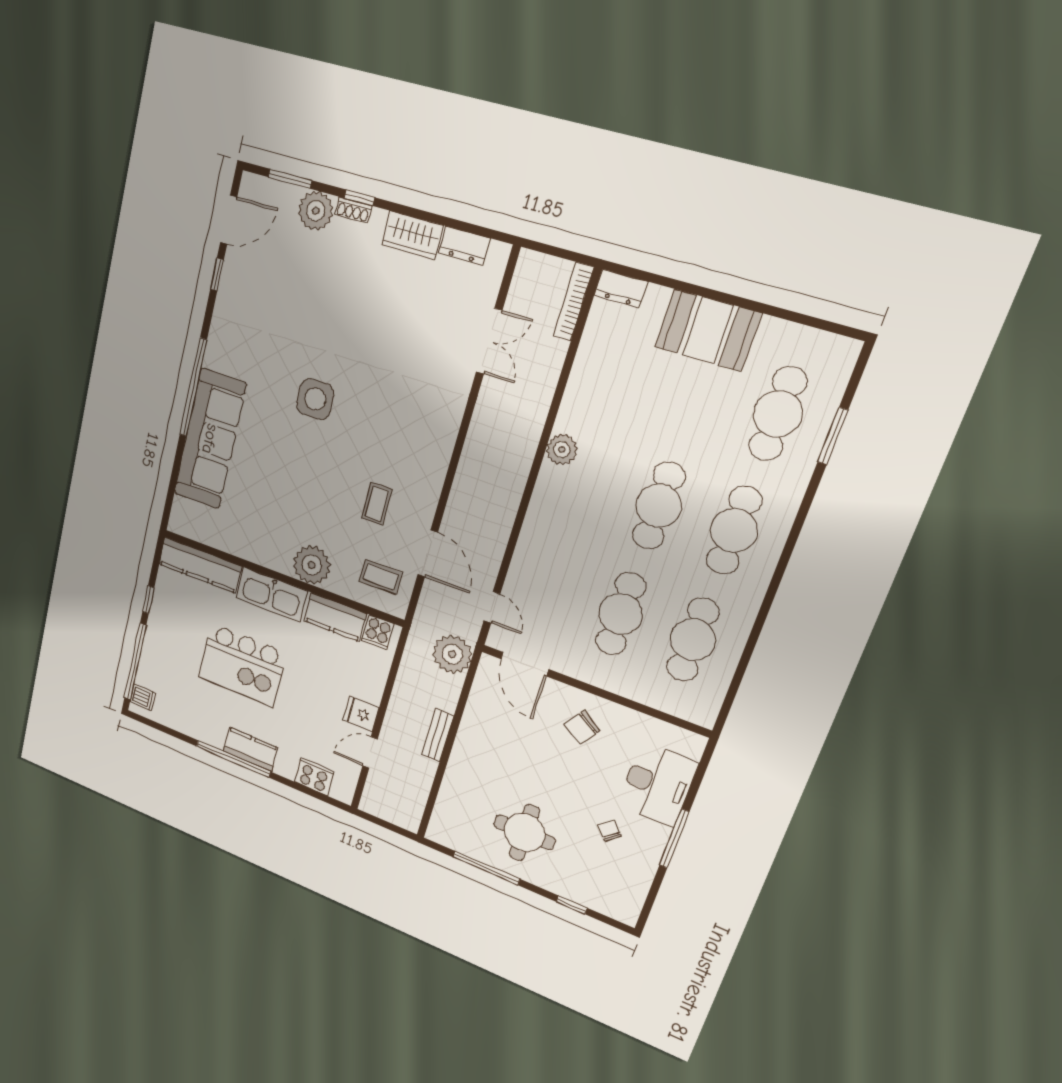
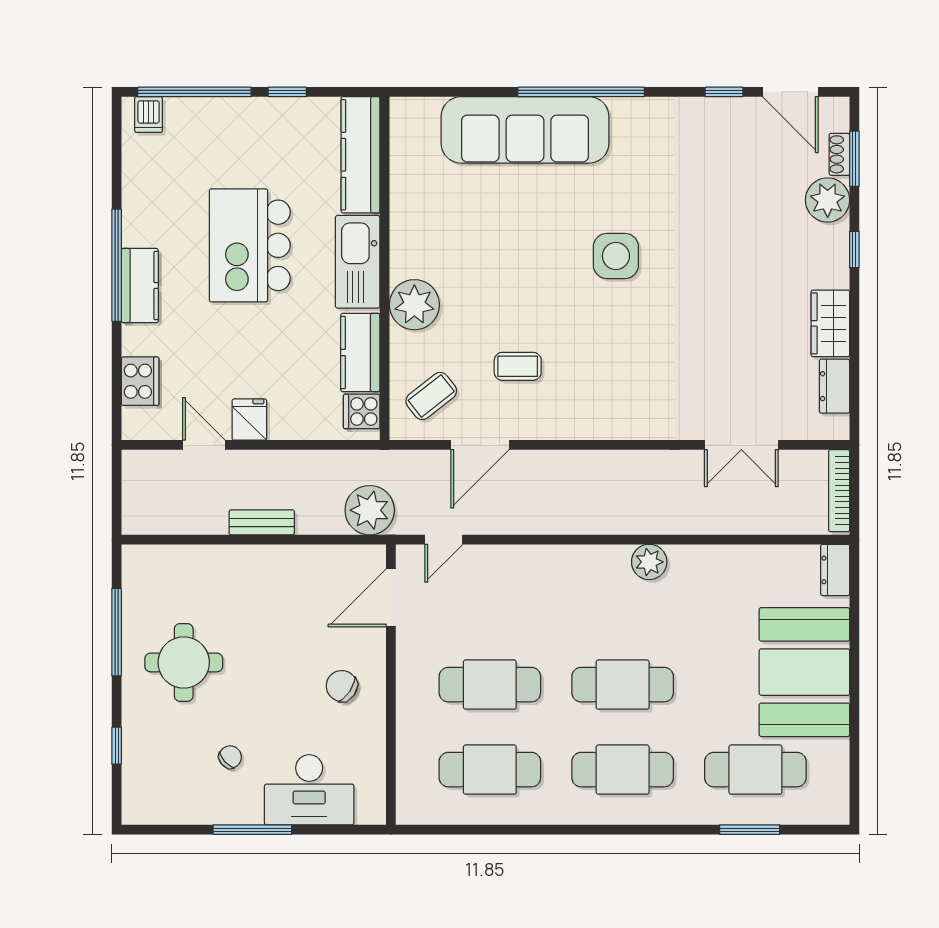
shoe rack: (353, 210) -> (839, 154), moved
bookcase: (573, 301) -> (839, 491), moved, turned -90
booth: (708, 330) -> (804, 672), width x1.36, depth x1.42
coffee table: (381, 577) -> (431, 396), turned 52

